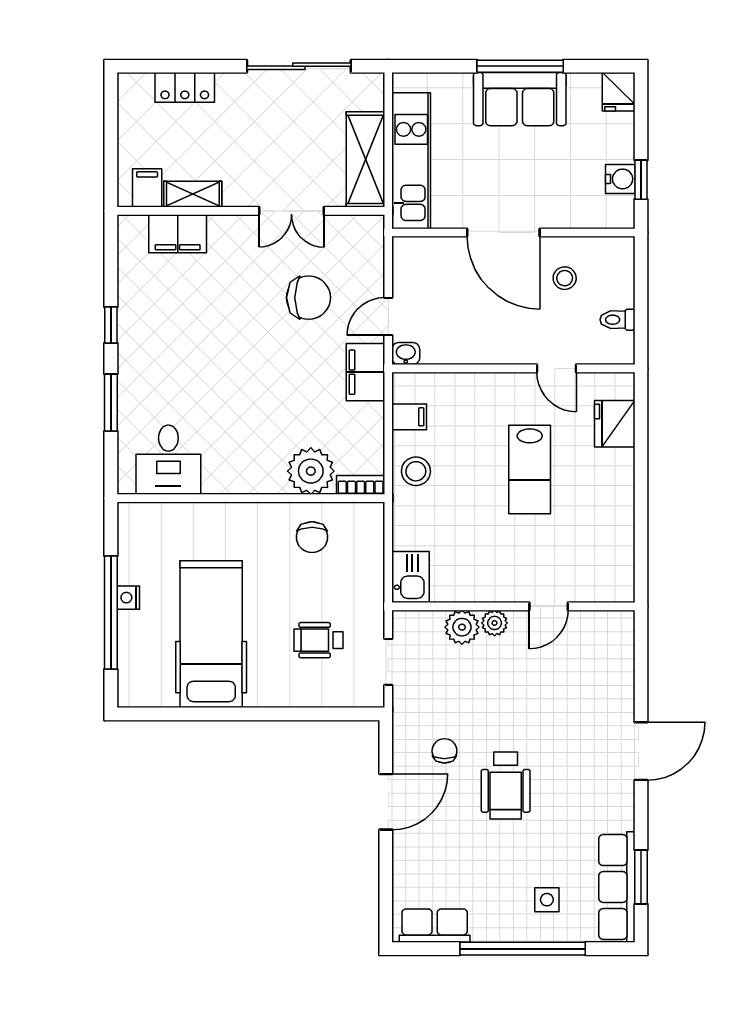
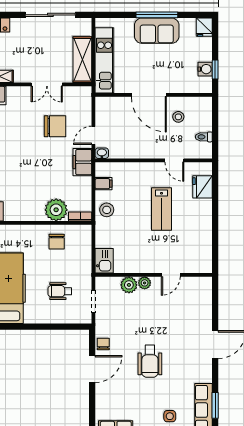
chair: (444, 751) -> (103, 344), moved

